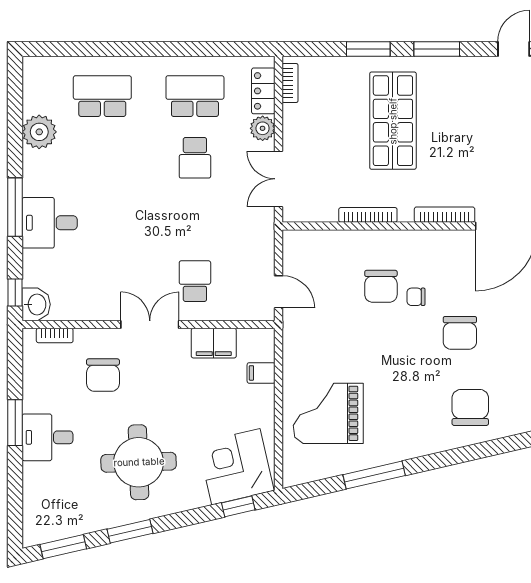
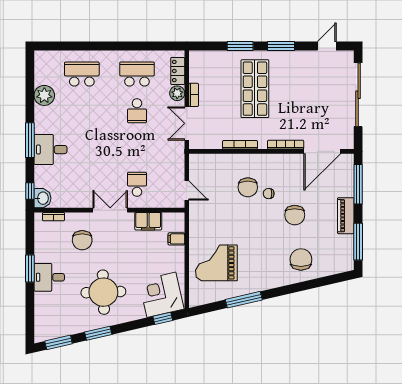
bookcase: (290, 83) -> (194, 95), moved

